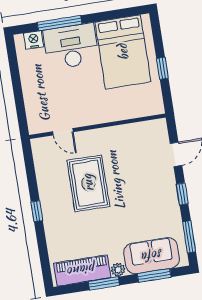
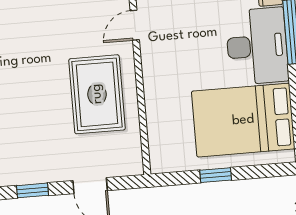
rug: (88, 183) -> (97, 94), moved, turned 90

